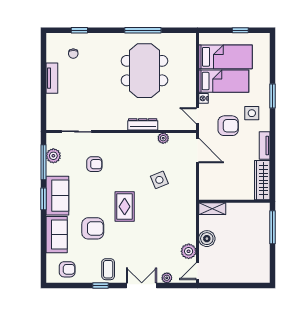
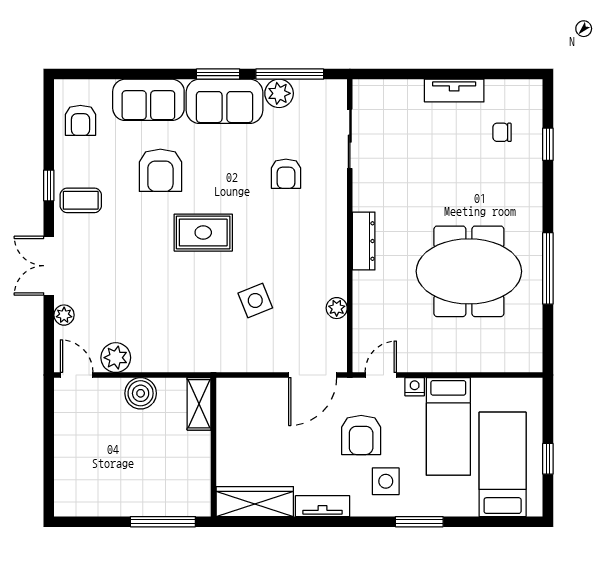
bed: (225, 57) -> (503, 464), moved, turned 180
dresser: (143, 124) -> (364, 241), moved
plant: (53, 156) -> (279, 93), moved
double door: (142, 286) -> (49, 266), swing flipped

